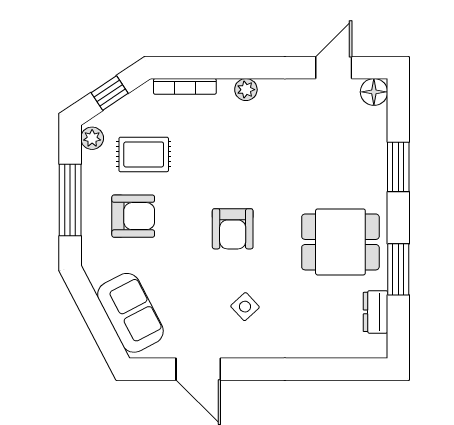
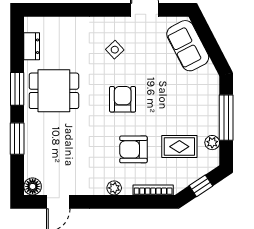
plant: (92, 138) -> (212, 143), moved
armchair: (133, 216) -> (133, 149), moved
window: (398, 269) -> (17, 89), moved

